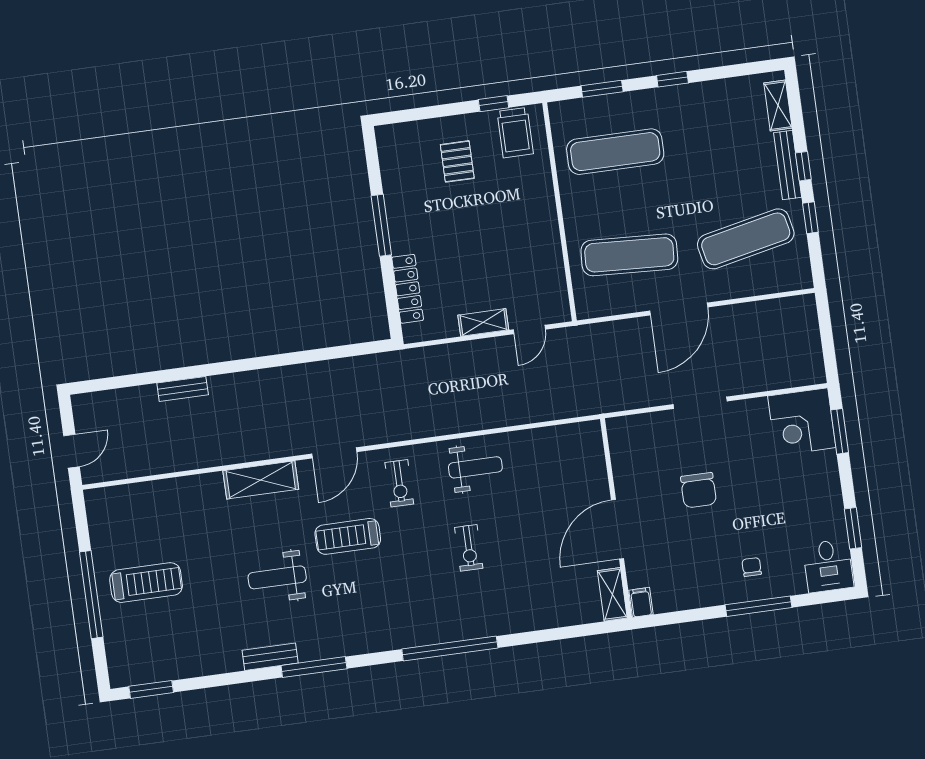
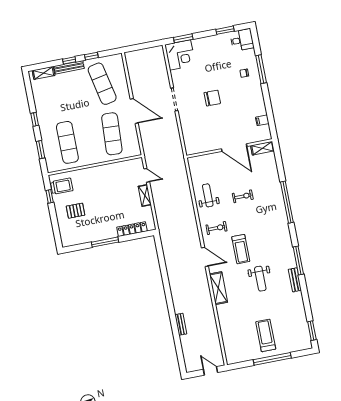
wall: (616, 518) -> (229, 148), moved
door: (617, 529) -> (234, 148), moved
shelving: (612, 594) -> (262, 148), moved

